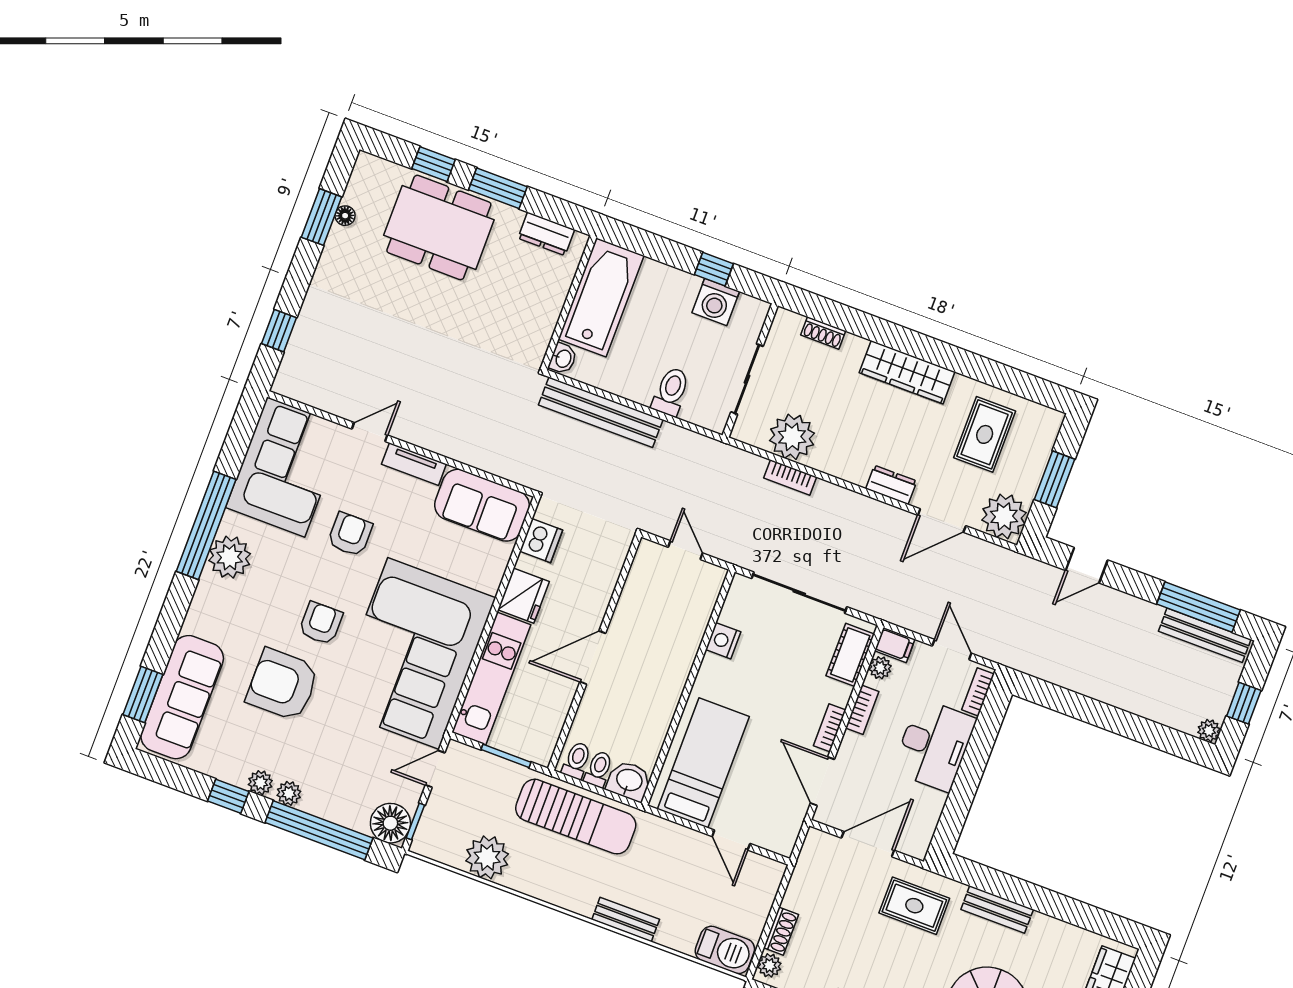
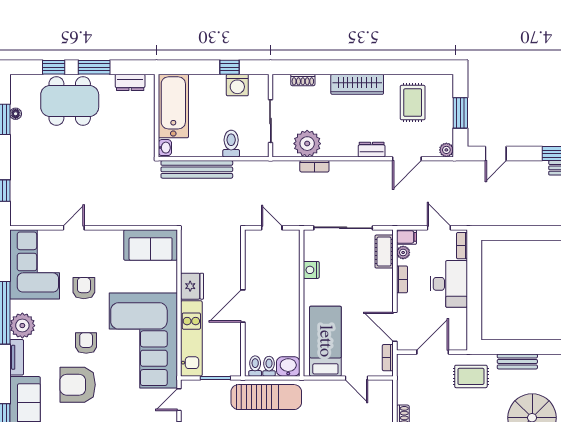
tv unit: (414, 464) -> (17, 357), moved, turned -90
plant: (1004, 516) -> (446, 150), width x0.53, depth x0.53
dishwasher: (541, 541) -> (190, 252), removed
bookcase: (830, 728) -> (388, 358), moved

